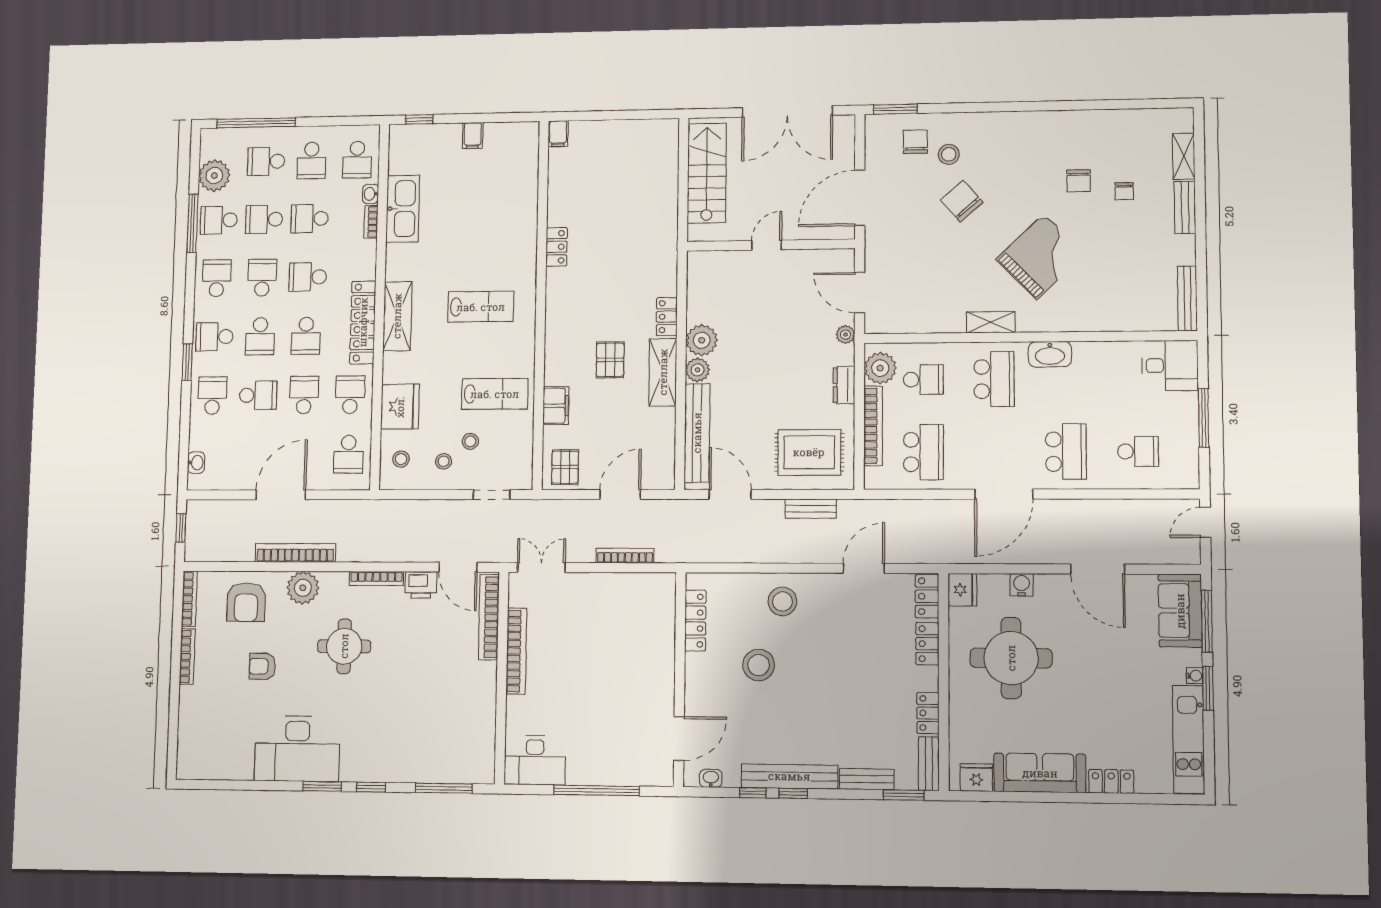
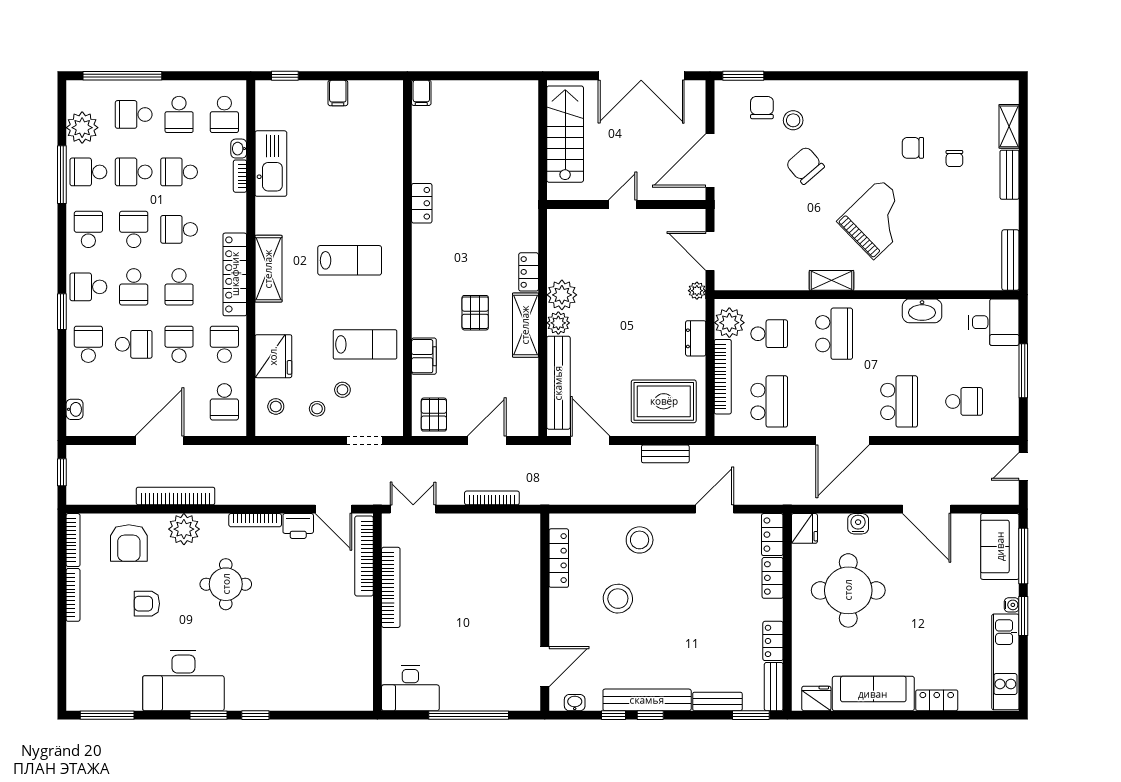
chair: (1079, 181) -> (913, 148), turned 90
washbasin: (1050, 354) -> (922, 311), moved
window: (444, 788) -> (107, 715), moved

